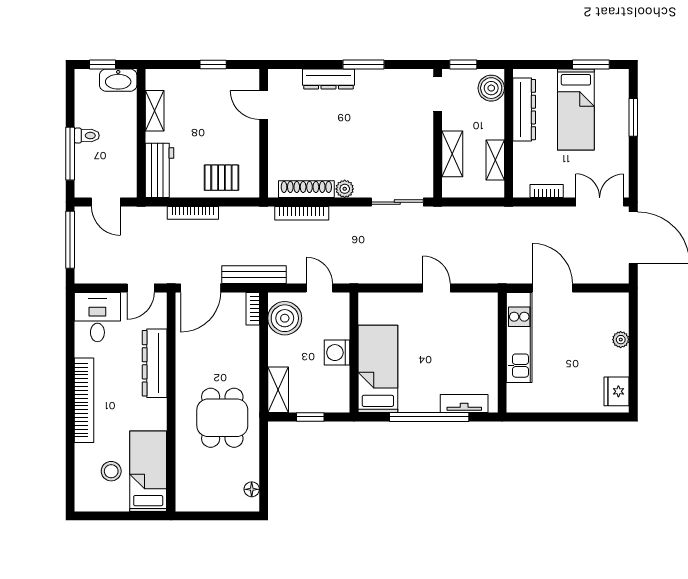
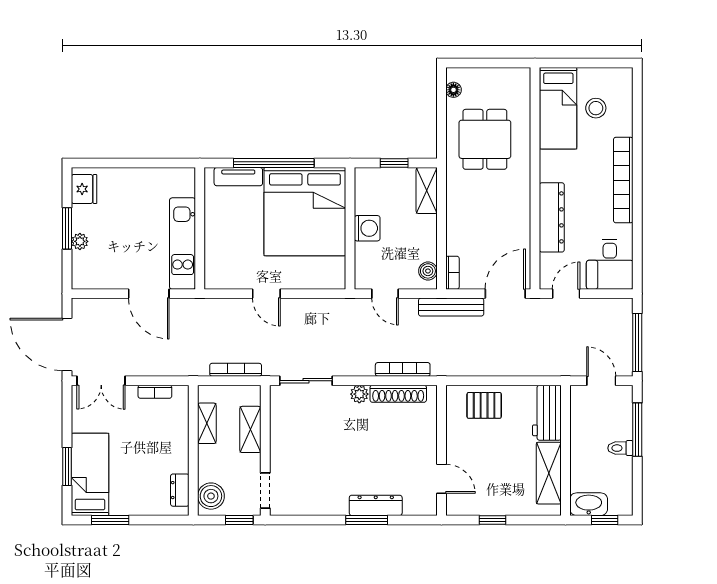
window: (363, 64) -> (367, 520), moved
bed: (576, 109) -> (90, 474), moved
dresser: (524, 110) -> (180, 490), width x0.51, depth x0.80
shelving: (155, 111) -> (549, 473), width x1.50, depth x1.33
bookcase: (193, 213) -> (236, 370), moved
boiler: (285, 318) -> (428, 271), width x0.54, depth x0.54
window: (633, 352) -> (67, 228), added
bed: (378, 369) -> (305, 212), width x2.04
dining table: (222, 418) -> (485, 139), moved

